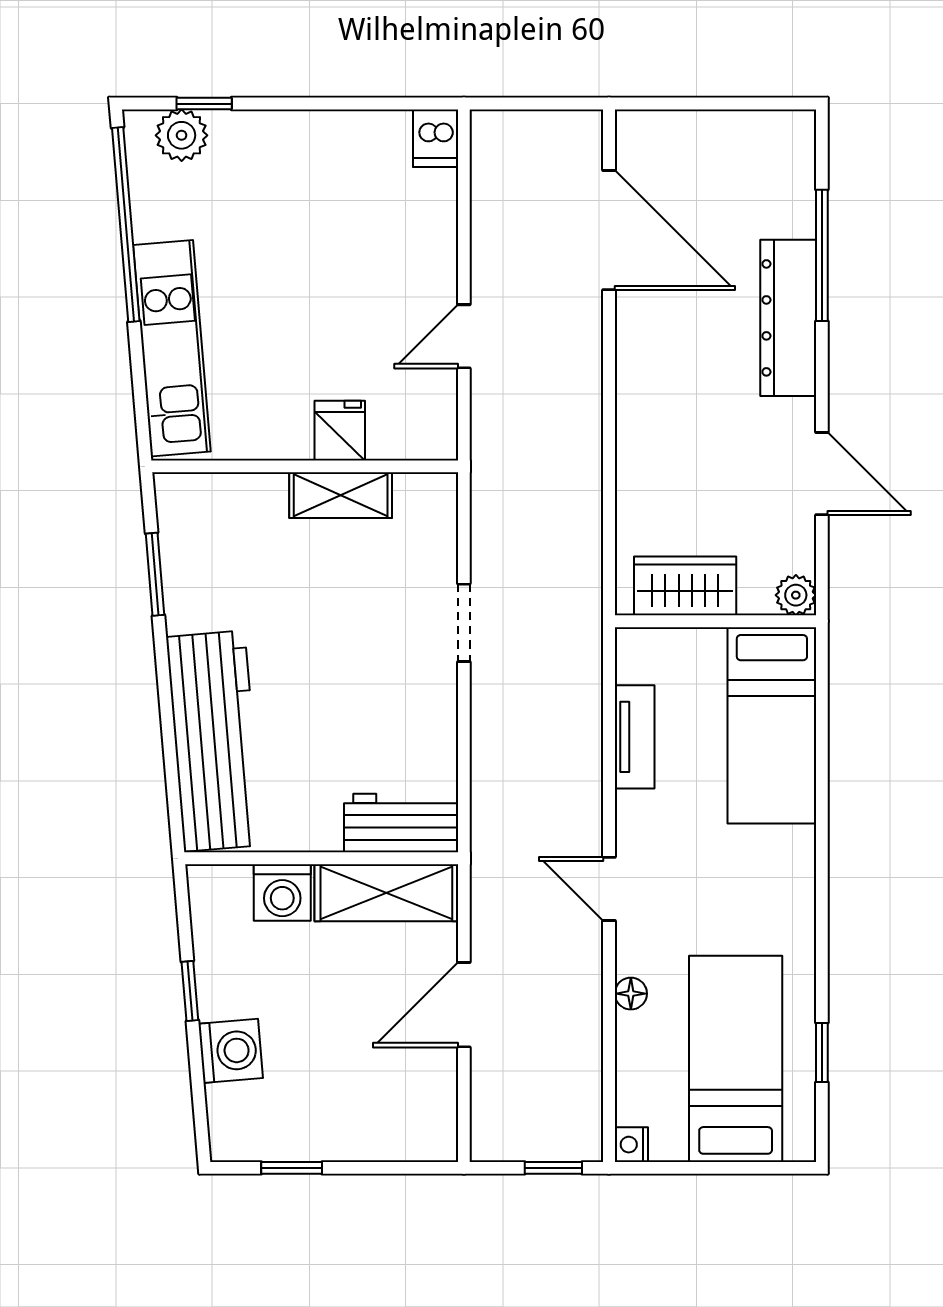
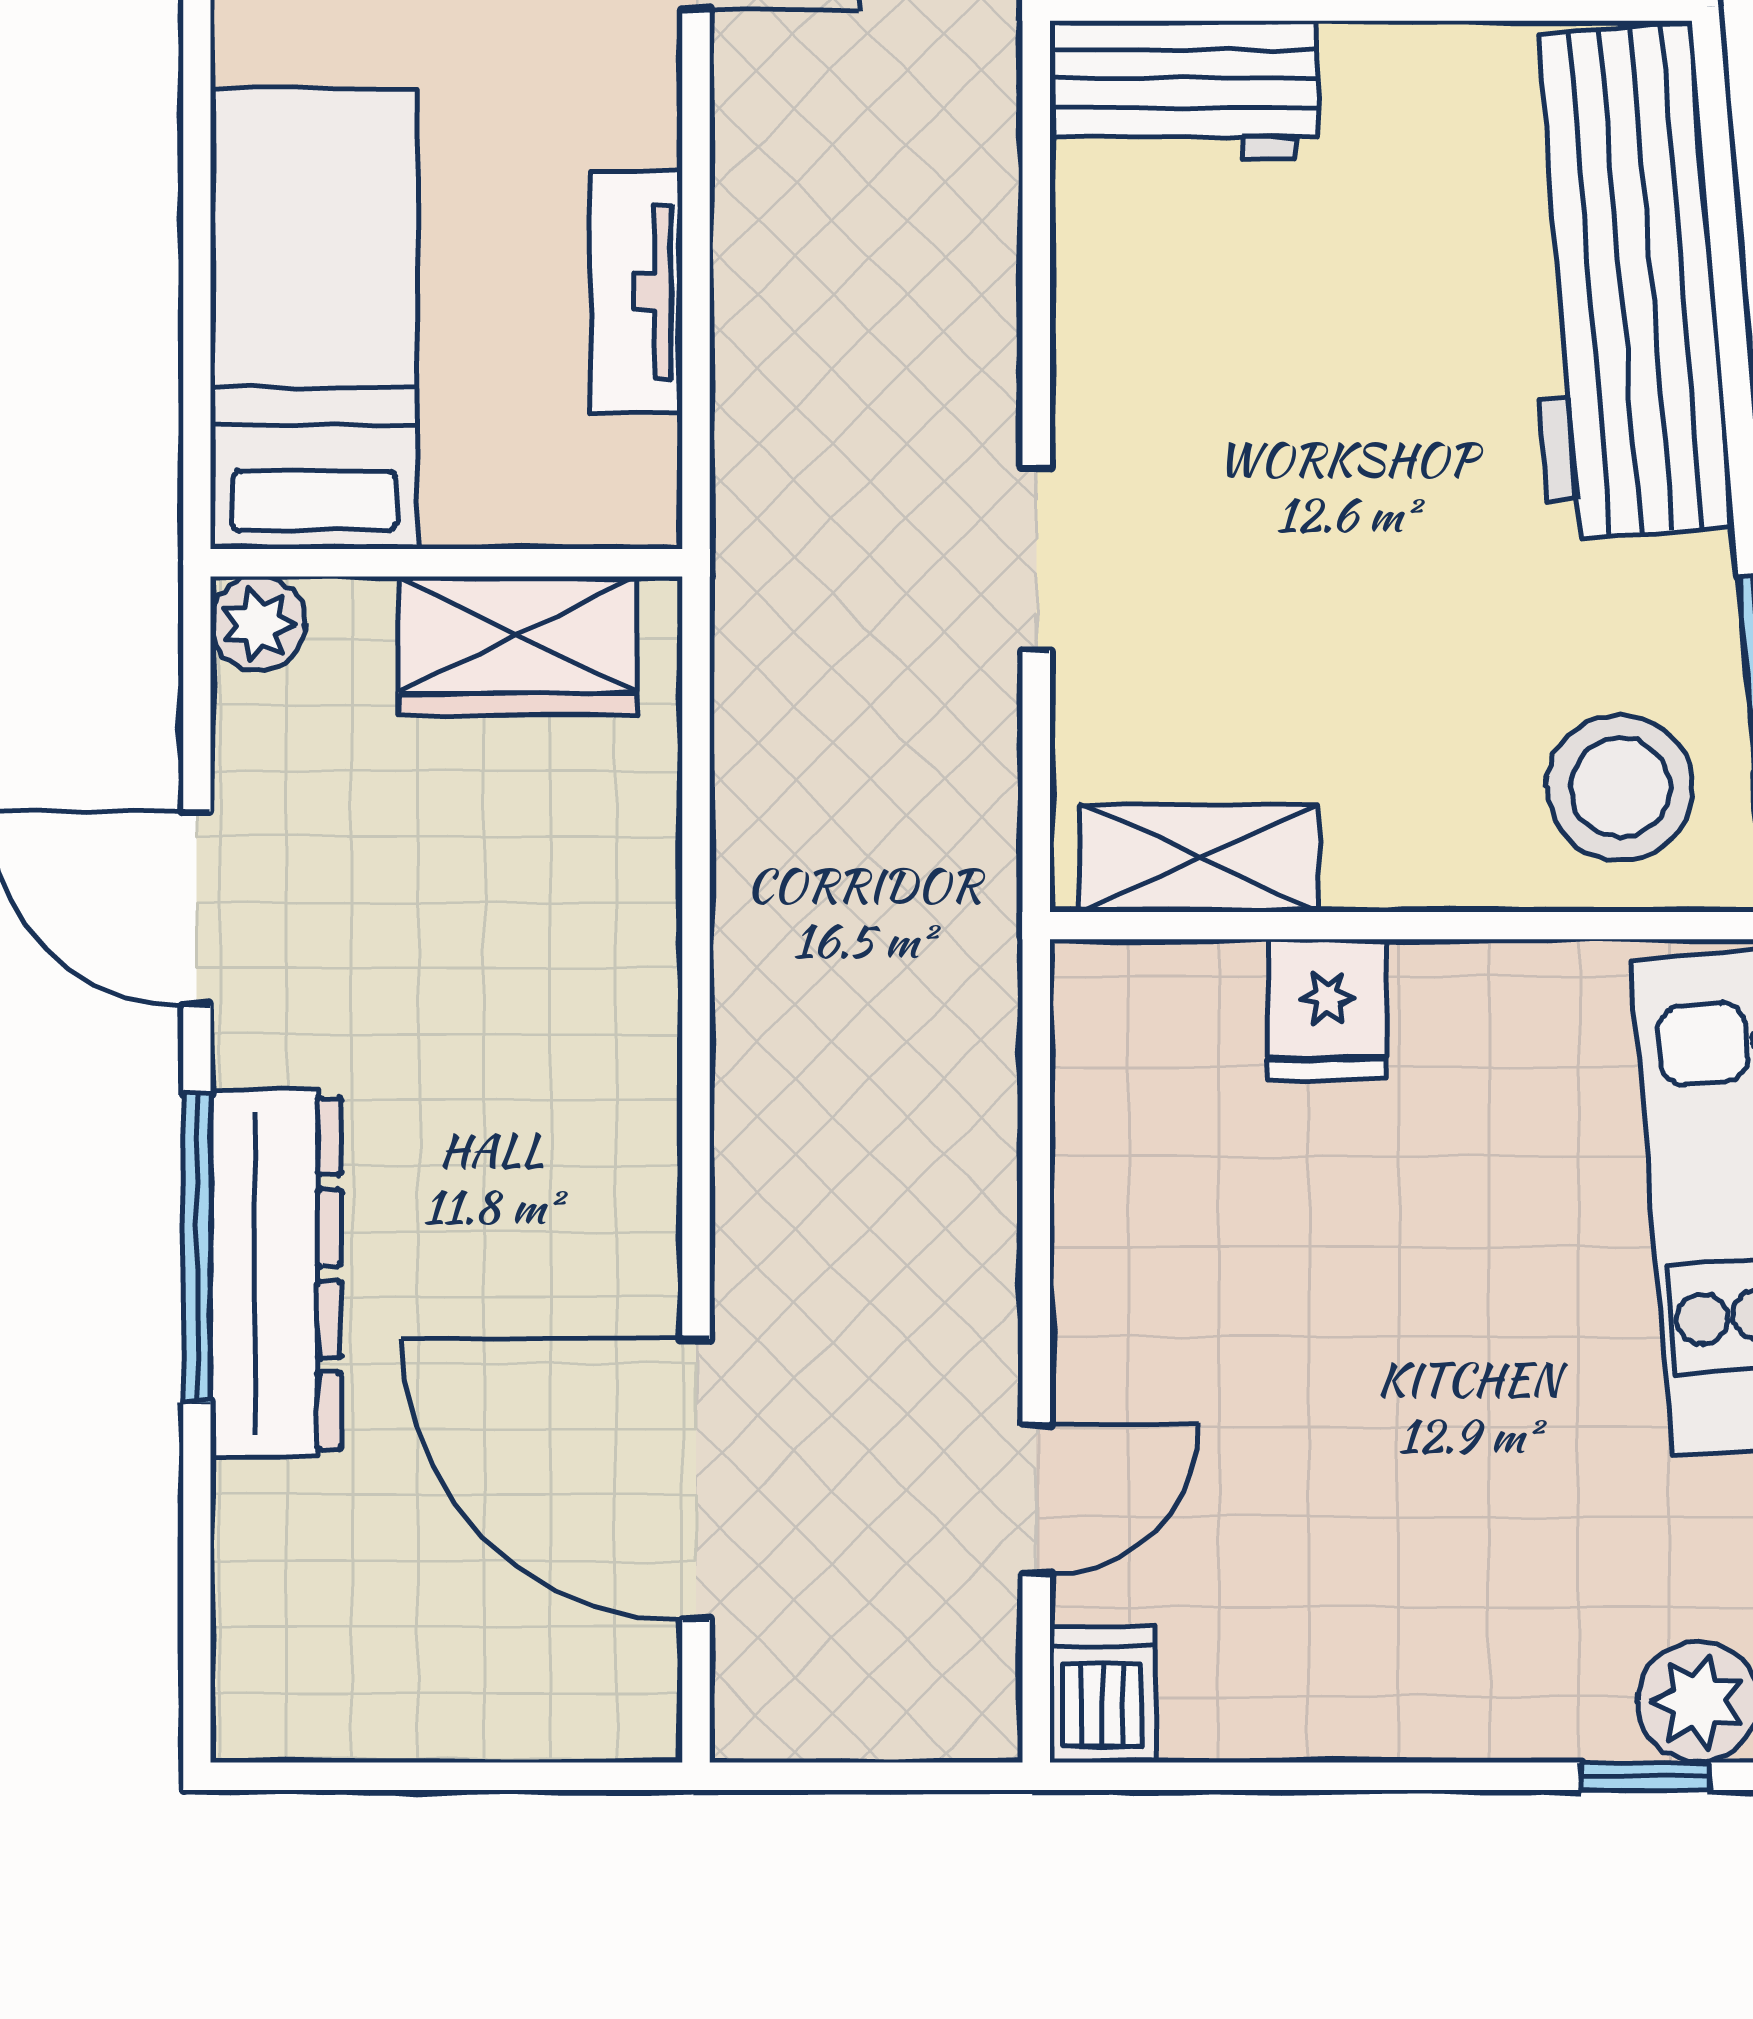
window: (822, 255) -> (197, 1248), moved
door: (464, 336) -> (1036, 1499), moved
shelving: (341, 495) -> (1199, 858), moved
stool: (215, 525) -> (1620, 788), added

